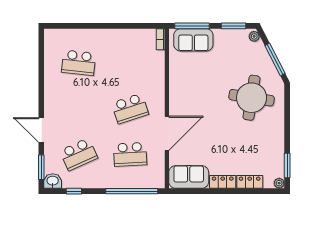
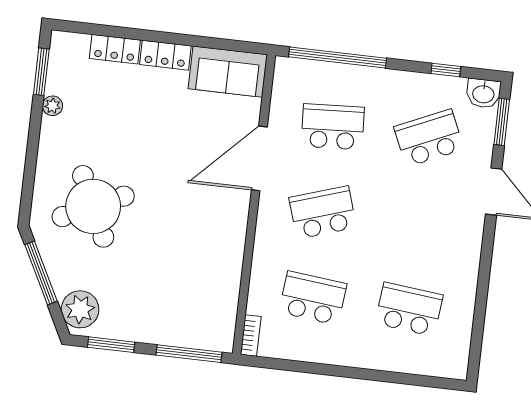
plant: (254, 36) -> (80, 309), width x1.88, depth x1.88
sofa: (193, 40) -> (189, 327), removed
school desk: (130, 63) -> (313, 298), added
round table: (252, 98) -> (93, 206), turned -34
plant: (279, 183) -> (52, 106), moved

